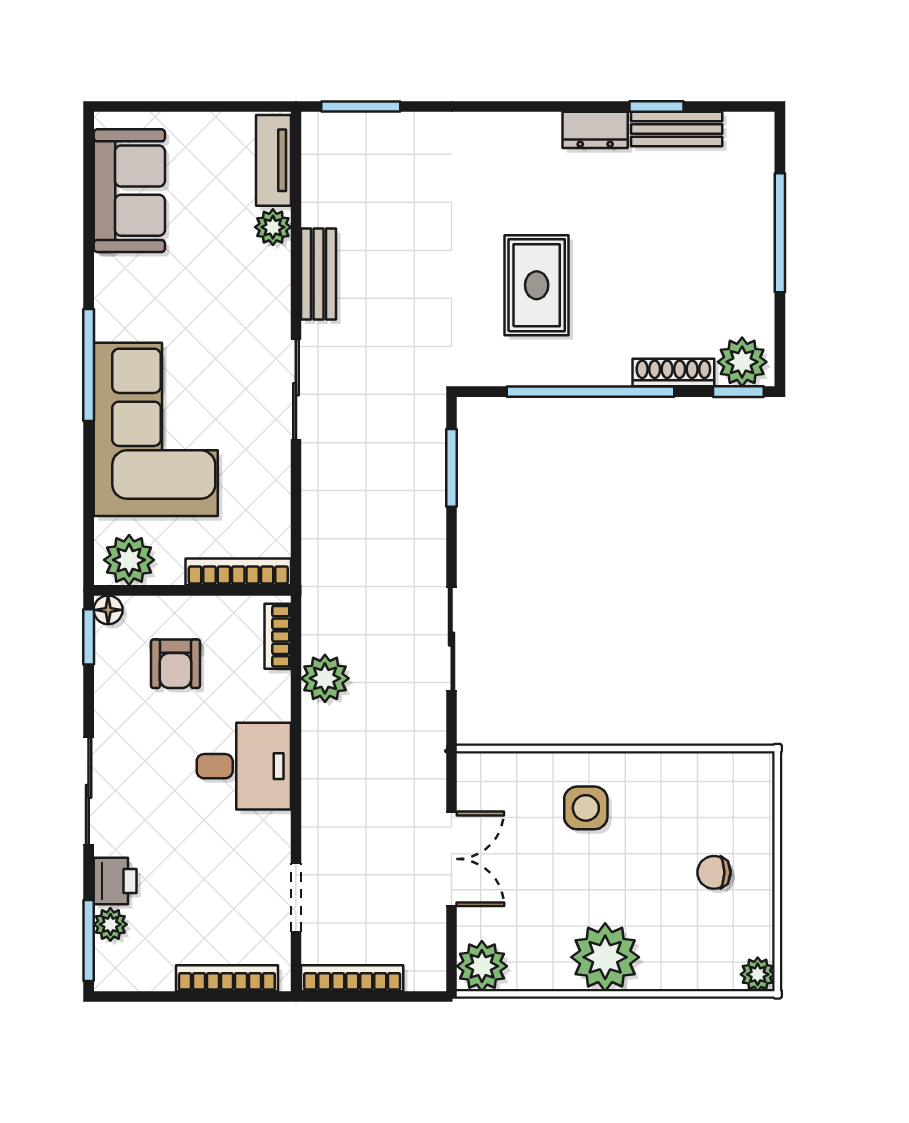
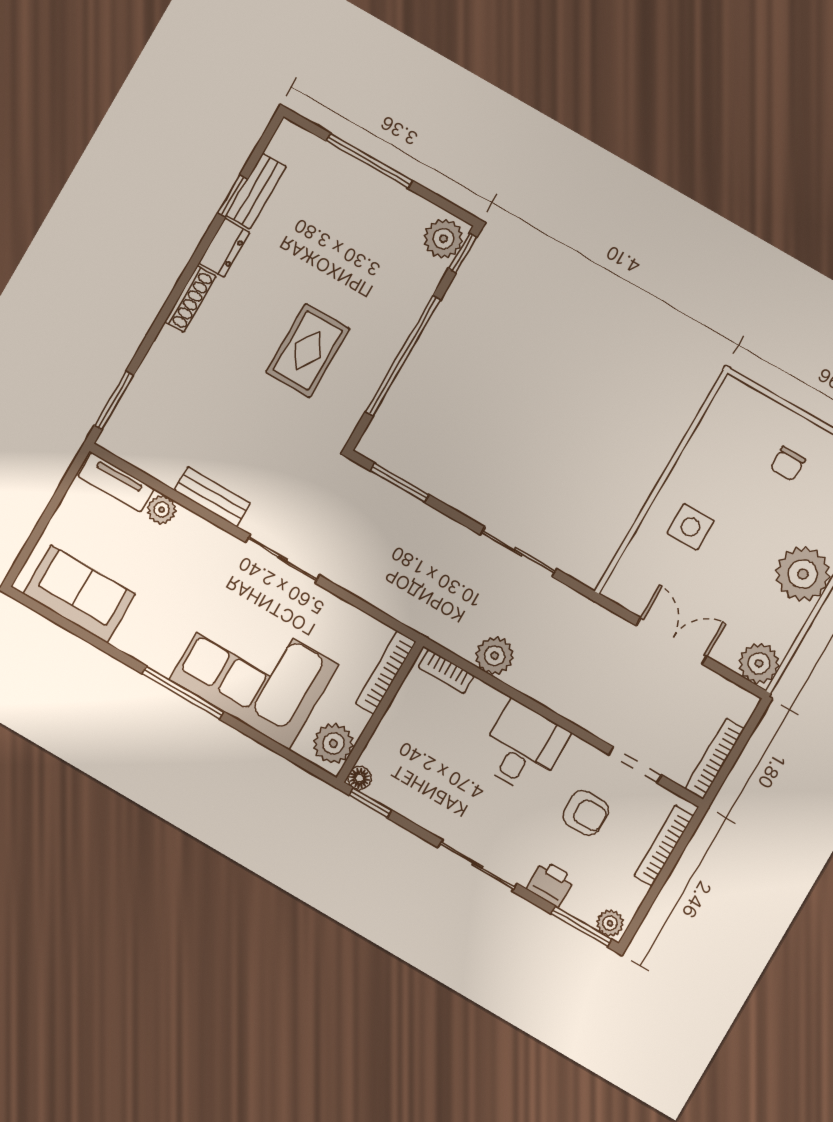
rug: (537, 285) -> (308, 350), turned 90
shoe rack: (673, 373) -> (190, 299), moved, turned 180
armchair: (175, 664) -> (586, 813), moved
plant: (110, 924) -> (610, 923), moved

